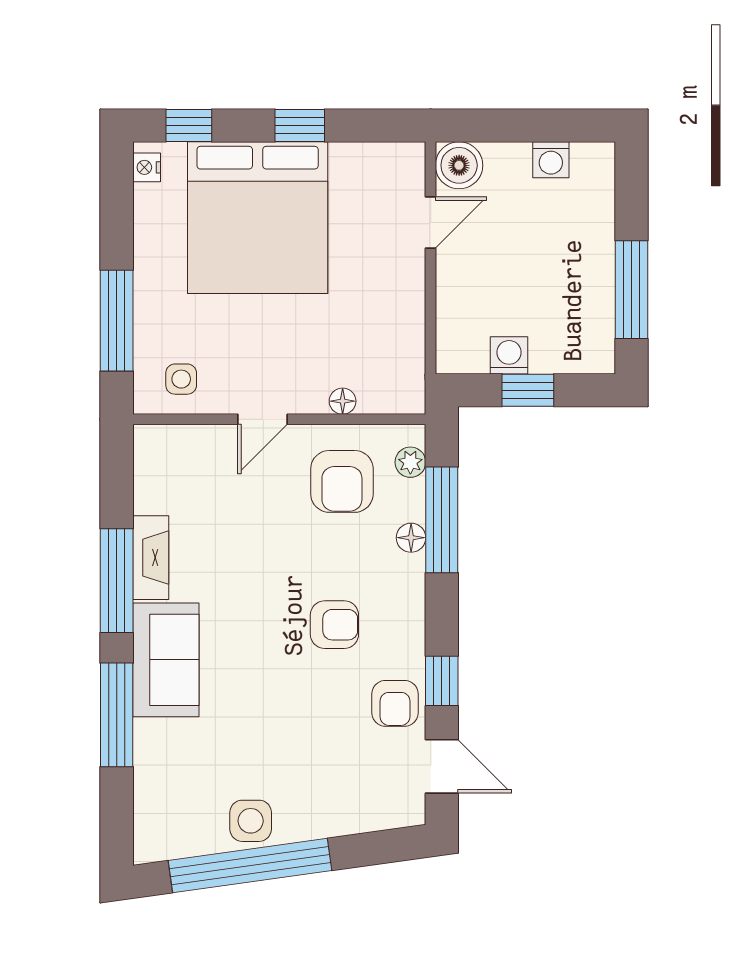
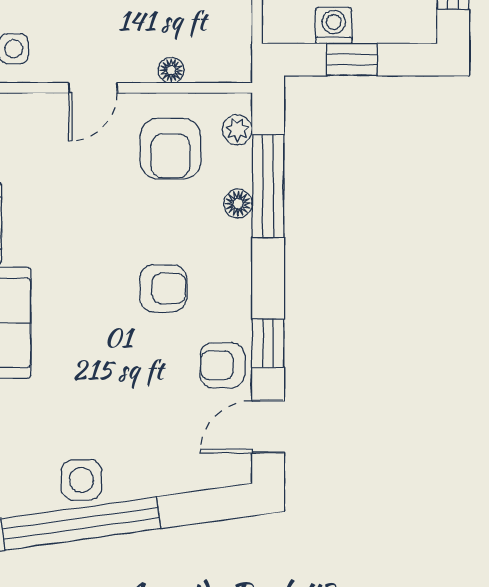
armchair: (395, 703) -> (222, 365), turned 90
door: (442, 766) -> (268, 427), swing flipped

